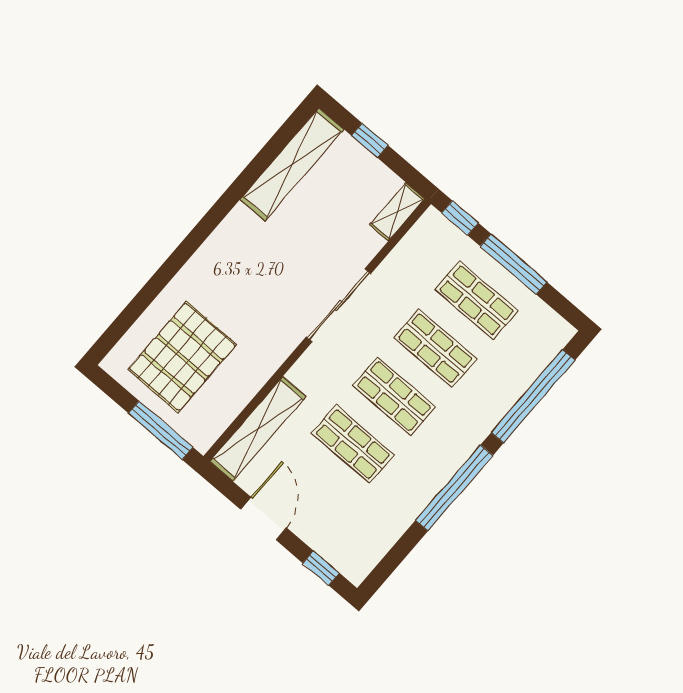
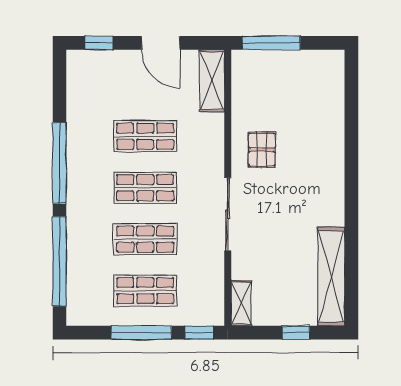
pallet: (182, 357) -> (262, 150), moved, width x0.49, depth x0.50
shelving: (258, 429) -> (212, 81), width x0.68

